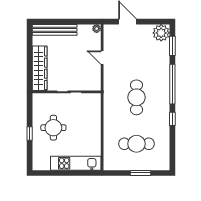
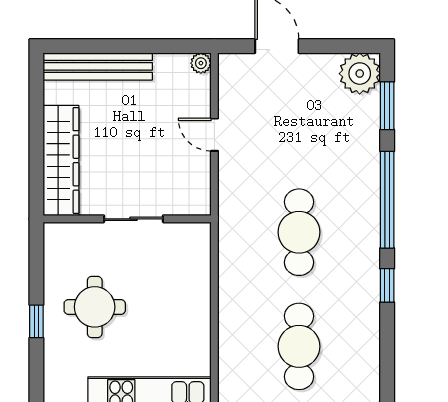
cafe table: (136, 144) -> (299, 346), turned 90

